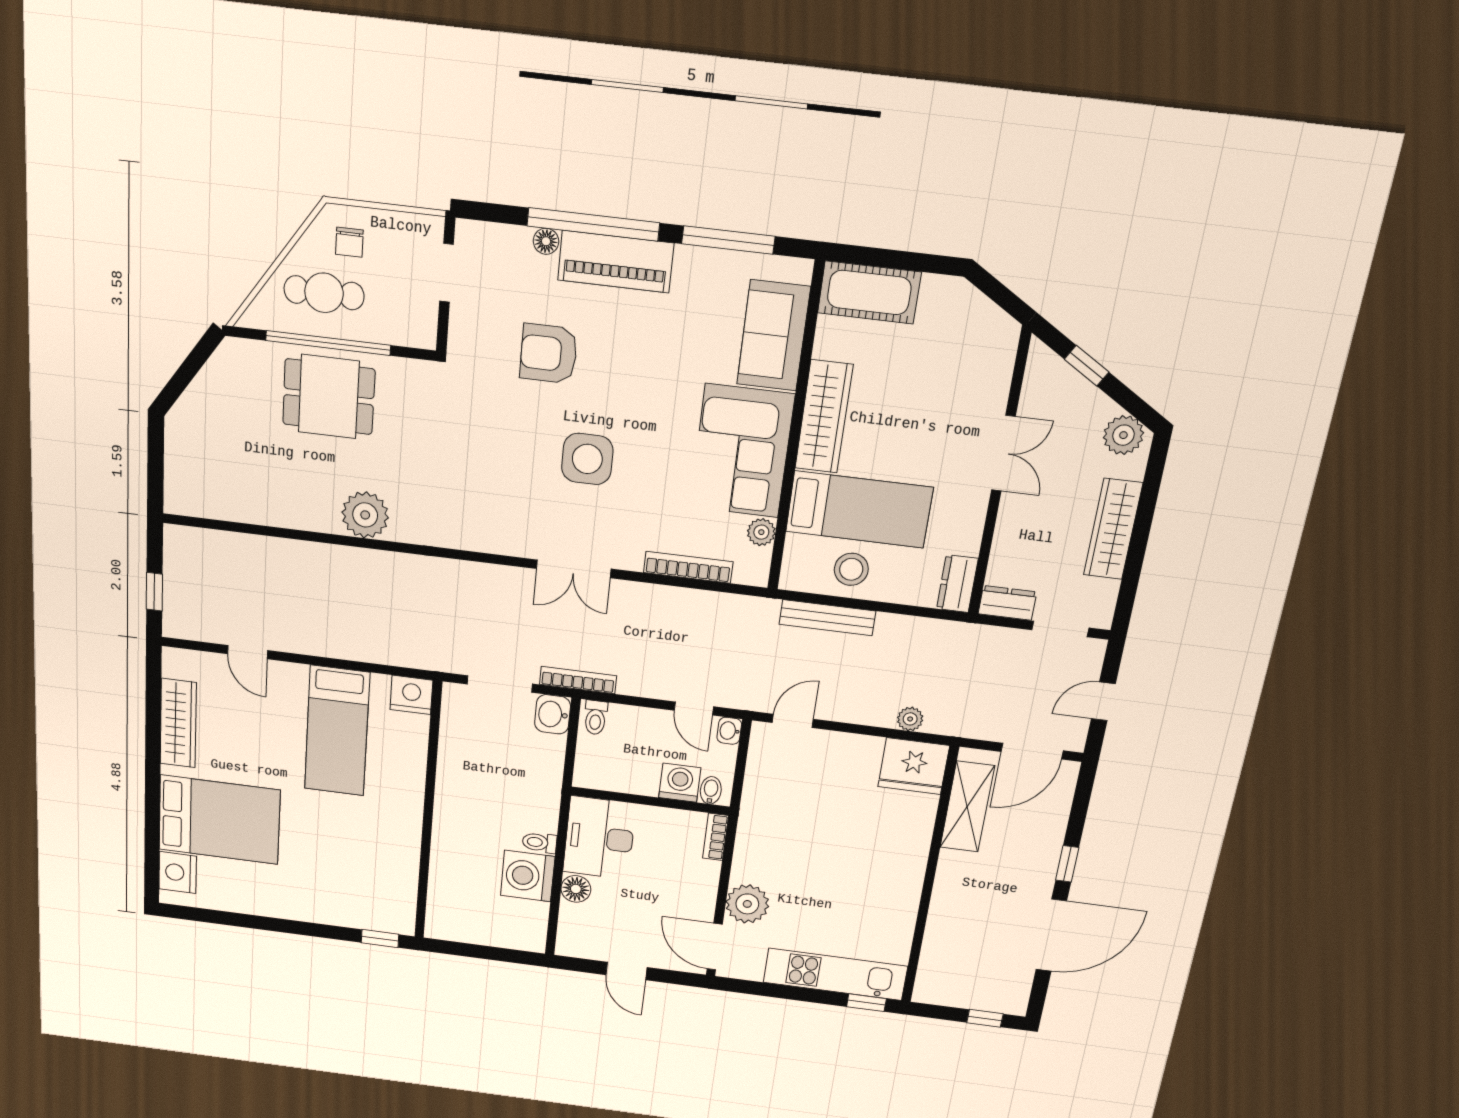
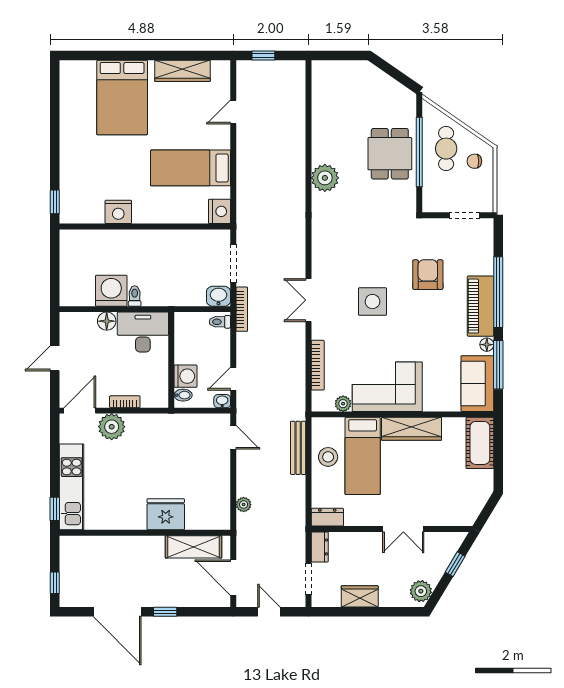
floor lamp: (546, 241) -> (487, 345), moved
sofa: (773, 336) -> (477, 384), moved, turned -90
wardrobe: (1113, 529) -> (360, 596), width x0.67
fridge: (914, 766) -> (166, 514), moved, turned 90
bookcase: (716, 837) -> (125, 402), moved
nightstand: (178, 873) -> (118, 212), moved, turned 180

